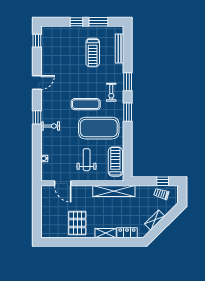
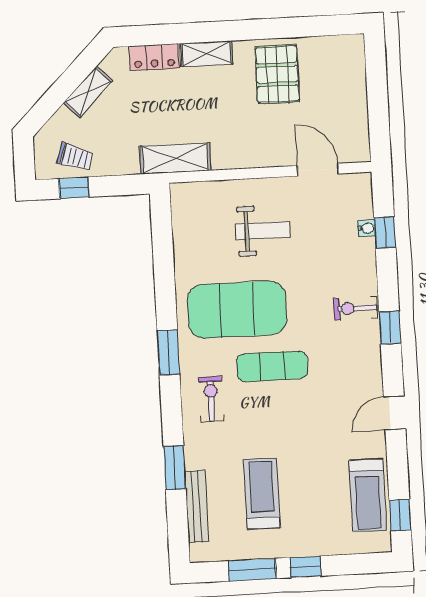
window: (128, 82) -> (175, 468), moved
window: (37, 156) -> (385, 233), added
weight bench: (87, 160) -> (263, 231), turned -90
treadmill: (115, 162) -> (368, 495), moved
shelving: (114, 191) -> (175, 158), width x0.68

